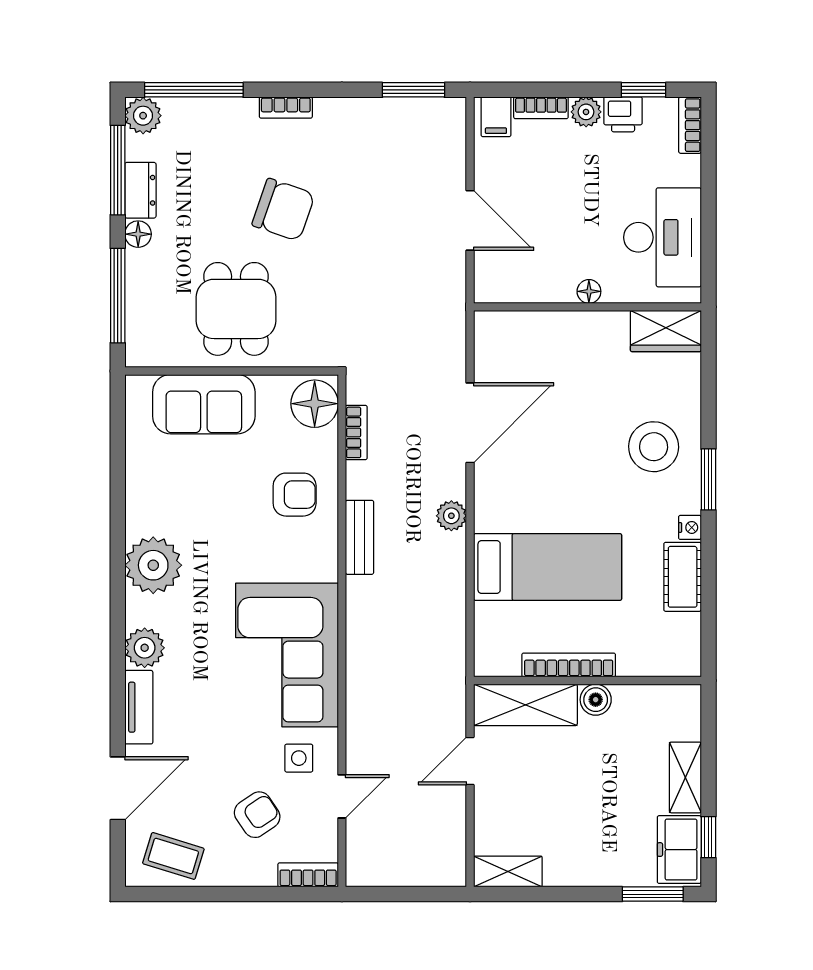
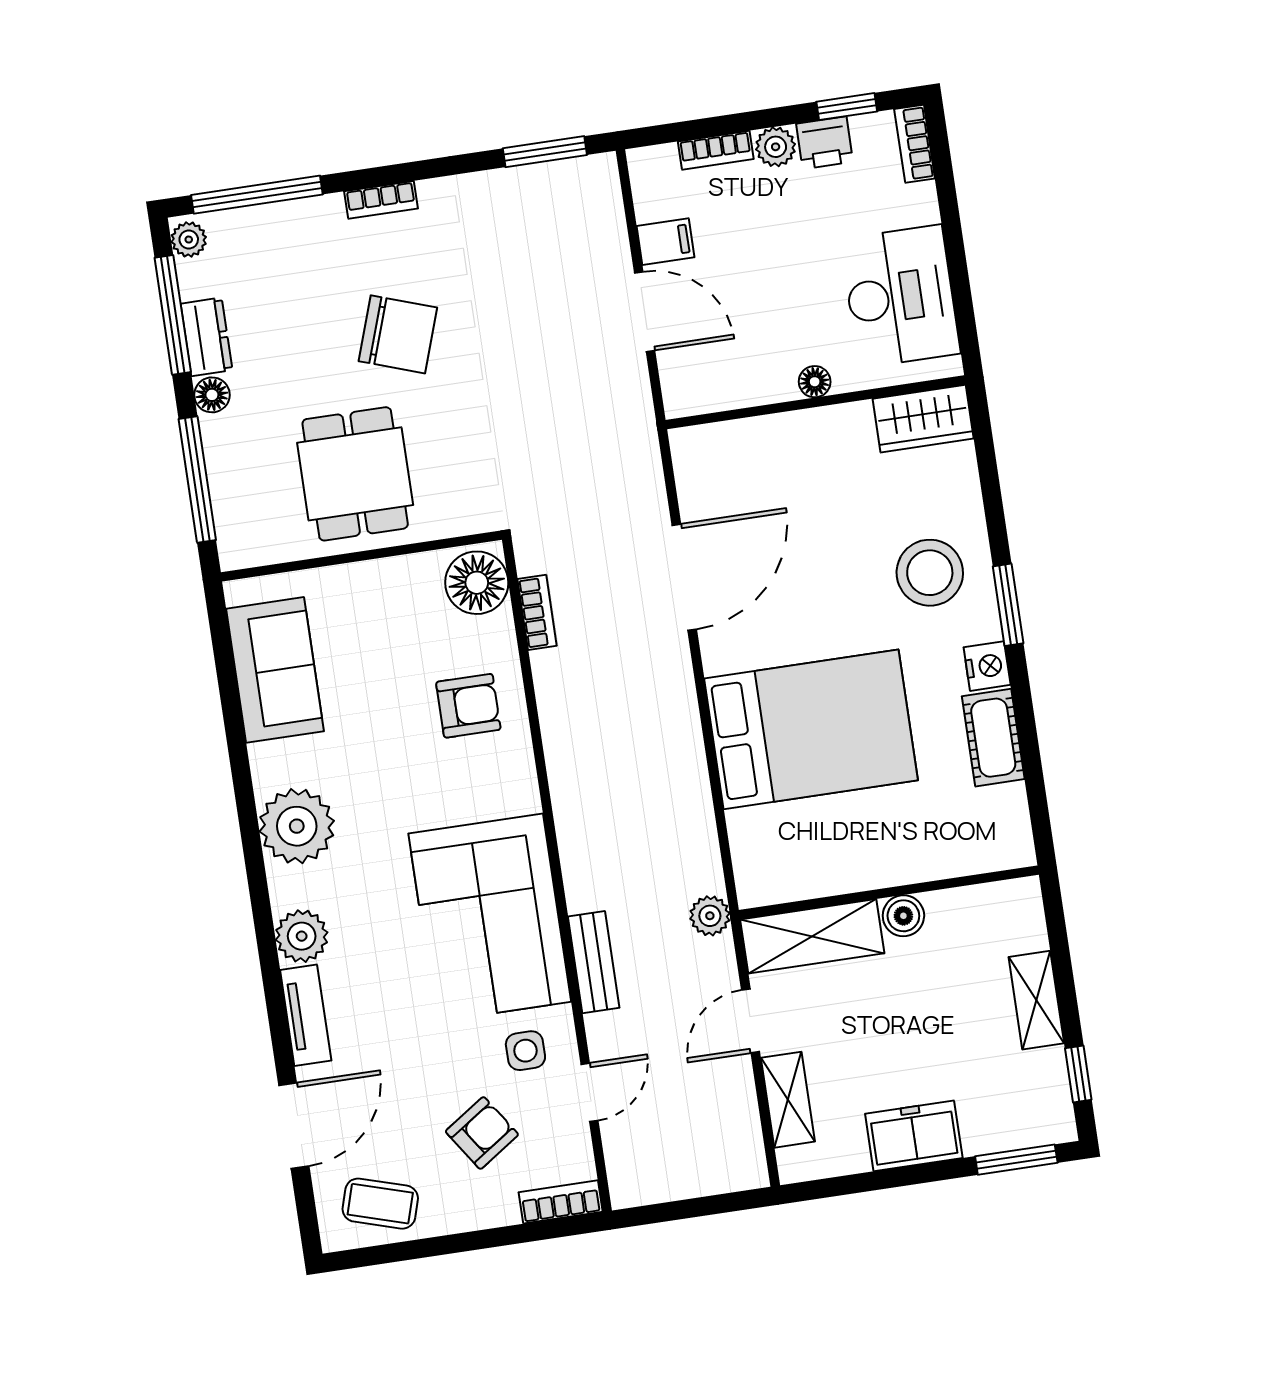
plant: (143, 116) -> (189, 240), width x0.73, depth x0.73
filing cabinet: (496, 117) -> (666, 242), moved, turned -90
sofa: (204, 404) -> (275, 670), moved, turned -90
plant: (451, 516) -> (710, 916), moved
nightstand: (690, 527) -> (987, 666), width x1.39, depth x1.35
bench: (360, 537) -> (594, 962), moved
bed: (548, 567) -> (811, 729), width x1.50
bookcase: (569, 665) -> (861, 876), removed
freezer: (679, 850) -> (914, 1136), moved, turned 90
shelving: (508, 871) -> (788, 1100), moved, turned 90

